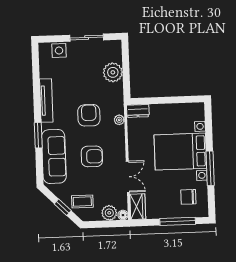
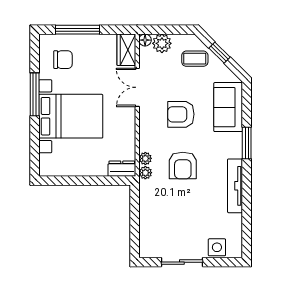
plant: (113, 72) -> (145, 173), moved, width x0.53, depth x0.53
sofa: (54, 156) -> (228, 107), width x0.73

